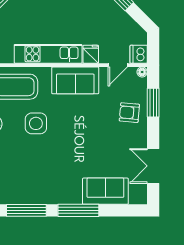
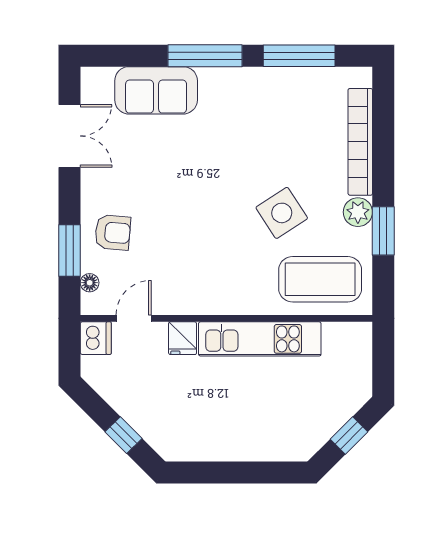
floor lamp: (142, 72) -> (90, 283), moved
sofa: (75, 80) -> (211, 291), removed
side table: (36, 123) -> (282, 213), turned -33

